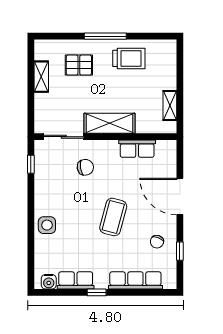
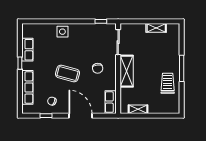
trolley: (129, 58) -> (168, 83), turned 180
pallet: (79, 65) -> (163, 52), removed
row of seats: (137, 149) -> (111, 102), moved
chair: (85, 167) -> (98, 68), moved
door: (180, 196) -> (80, 116), hinge flipped
water cooler: (49, 282) -> (27, 33), removed

